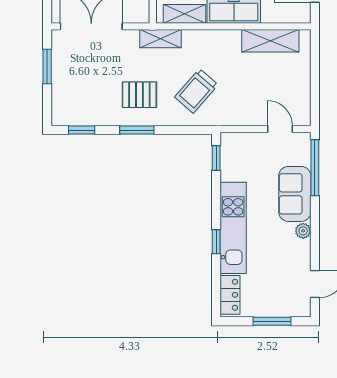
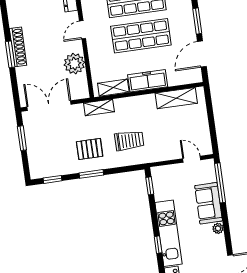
trolley: (196, 91) -> (129, 141), turned -131

